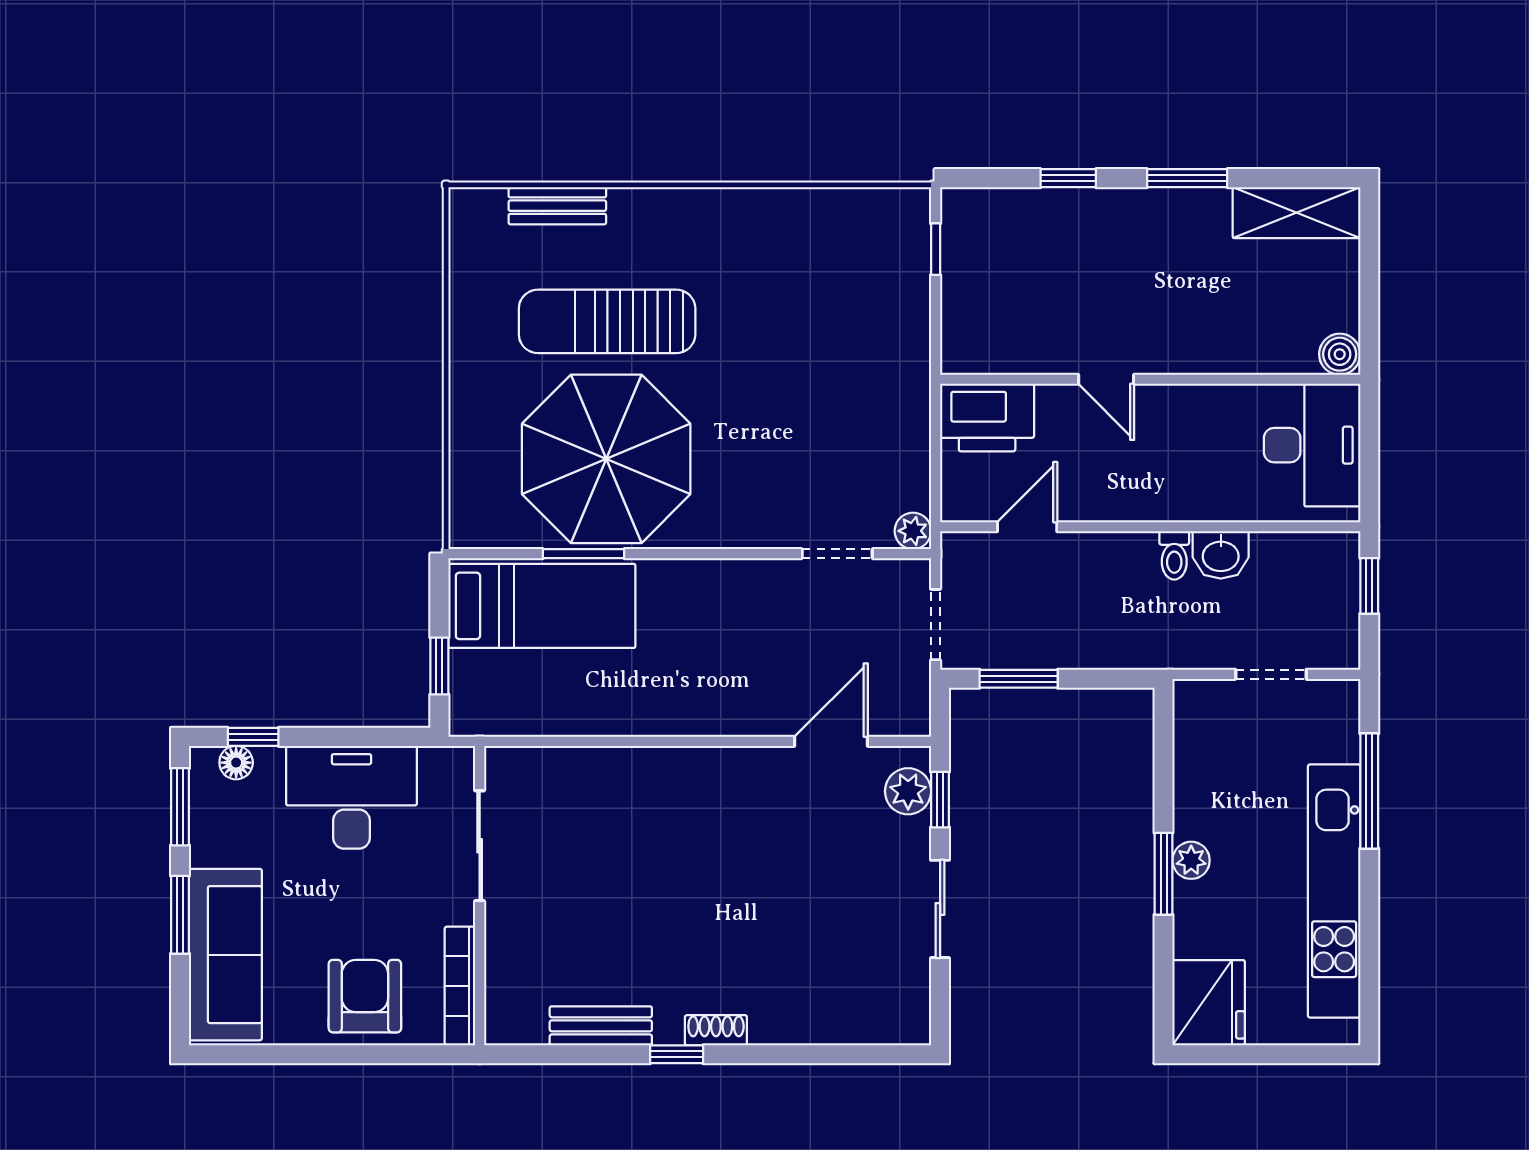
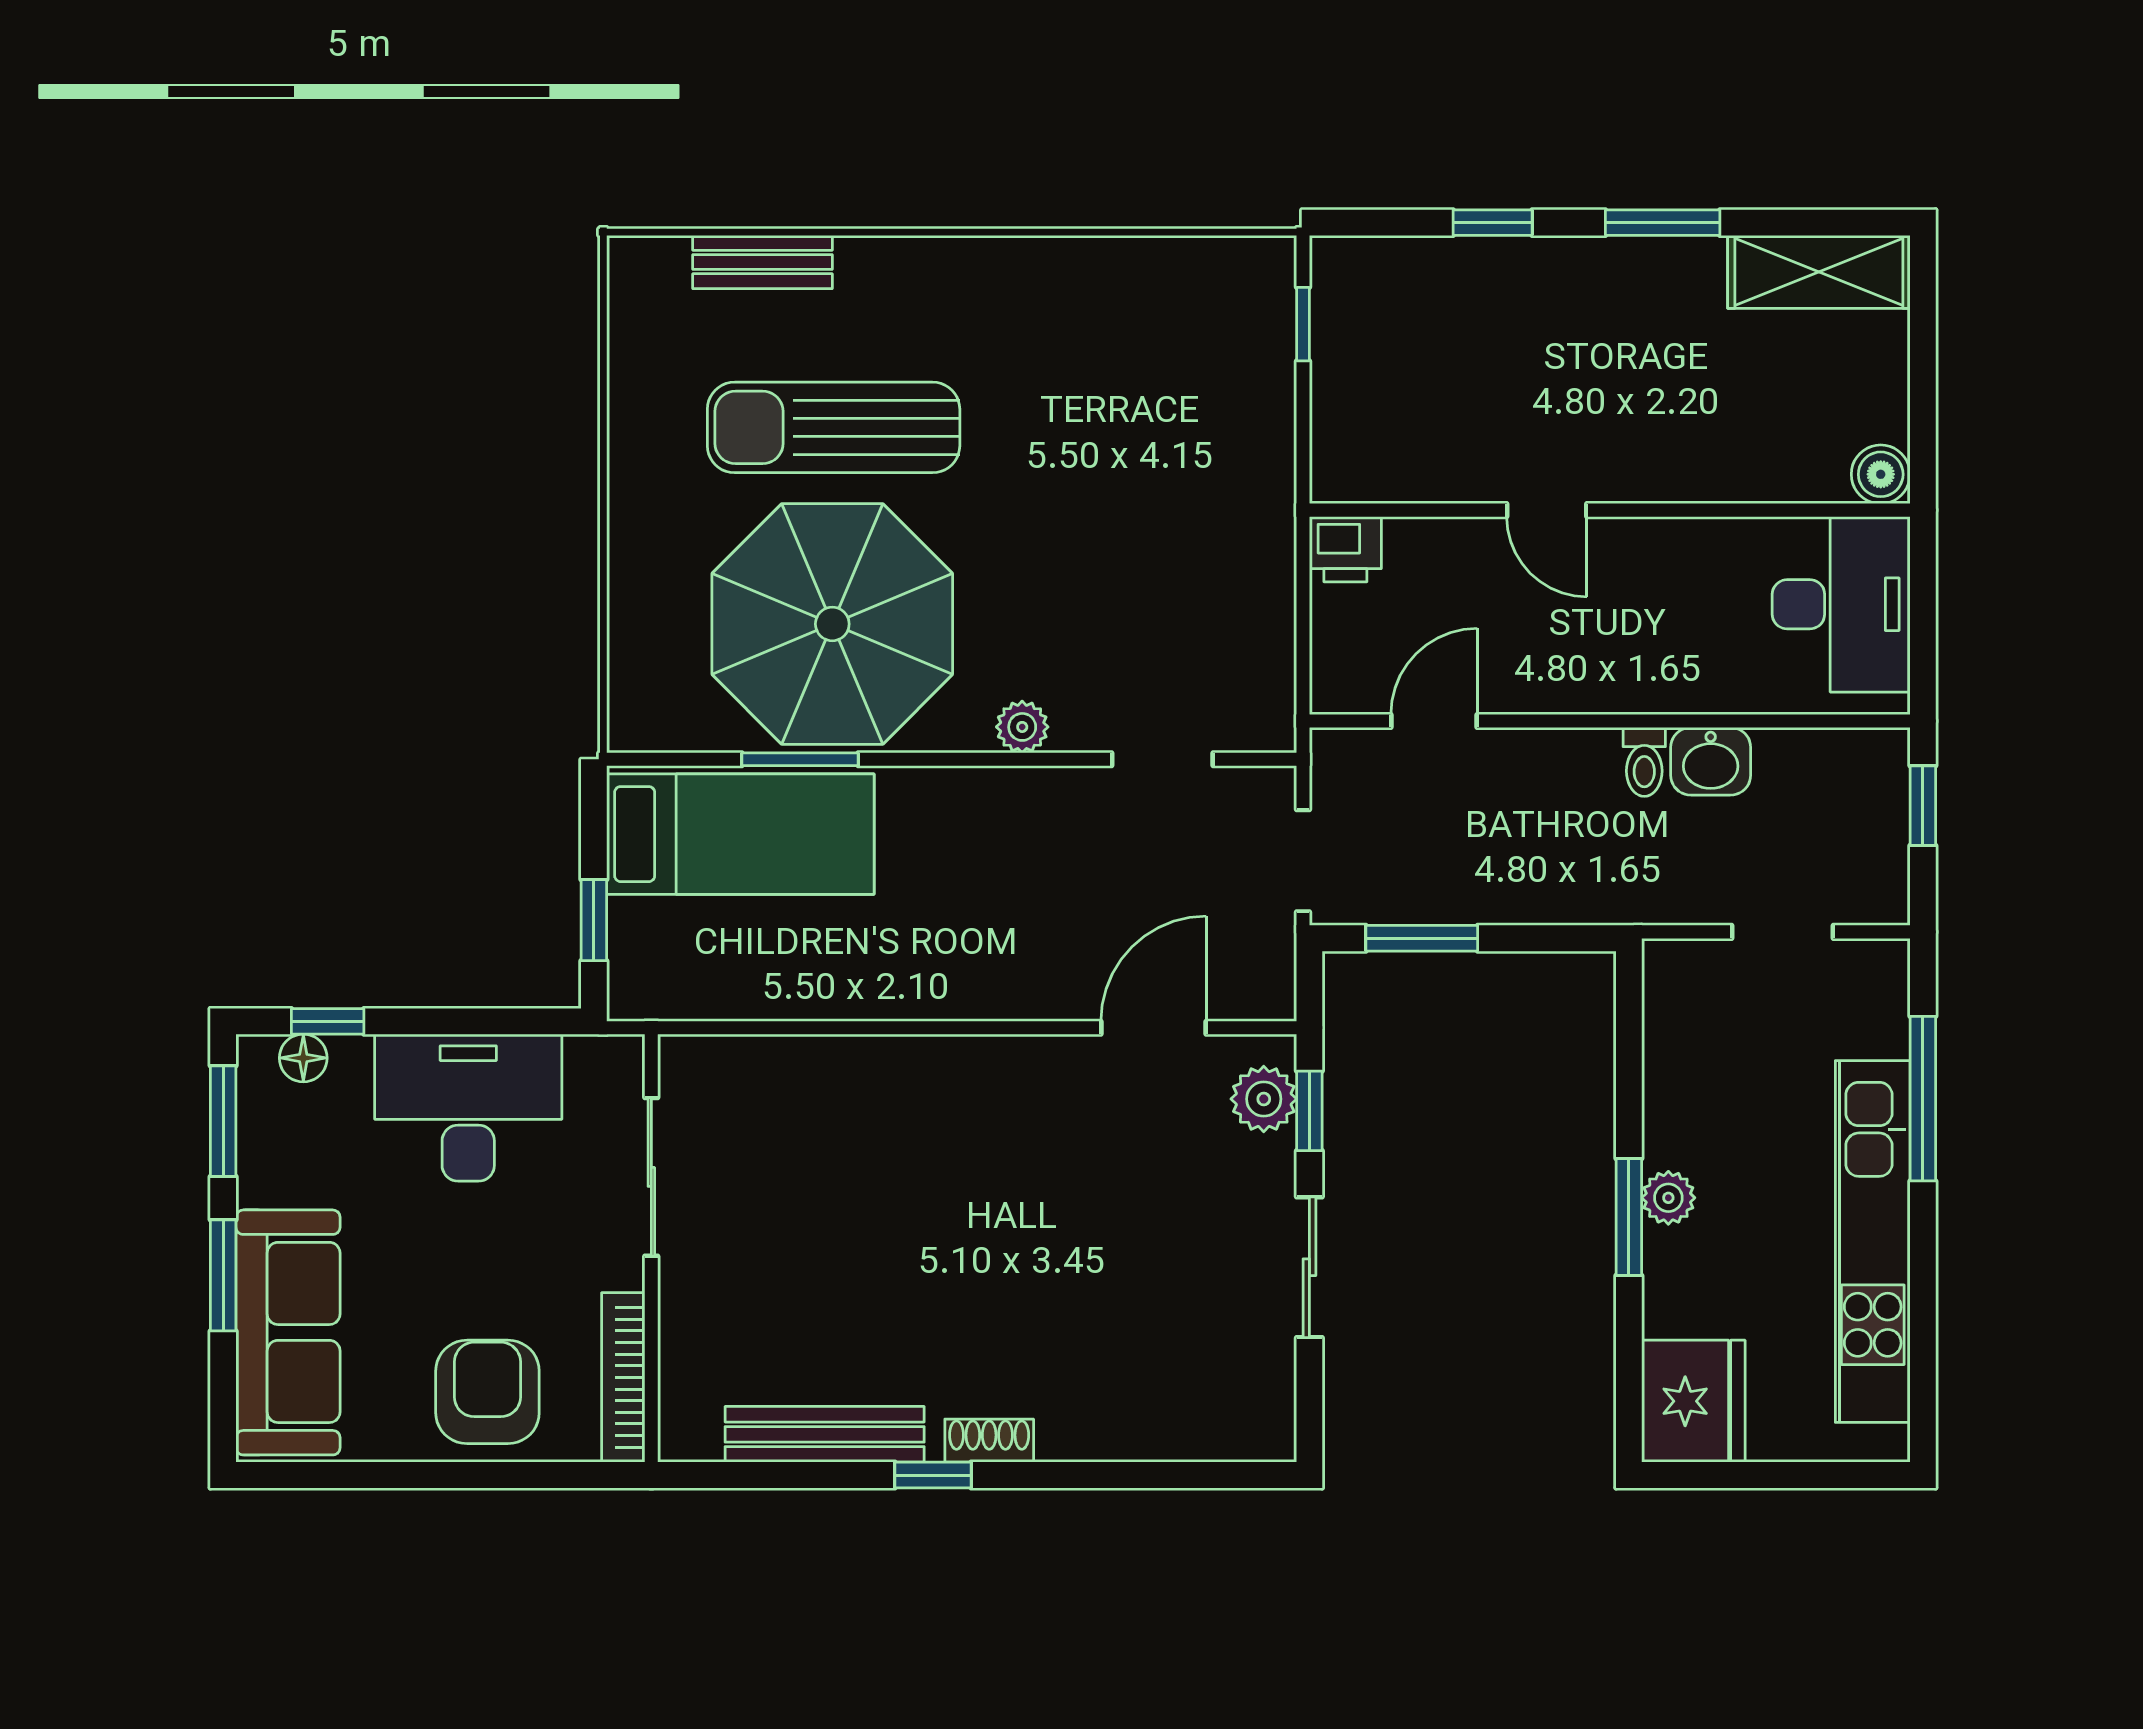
printer: (987, 418) -> (1345, 549), width x0.53, depth x0.68
plant: (913, 531) -> (1022, 727), moved
bench: (601, 1026) -> (825, 1434), width x1.36

